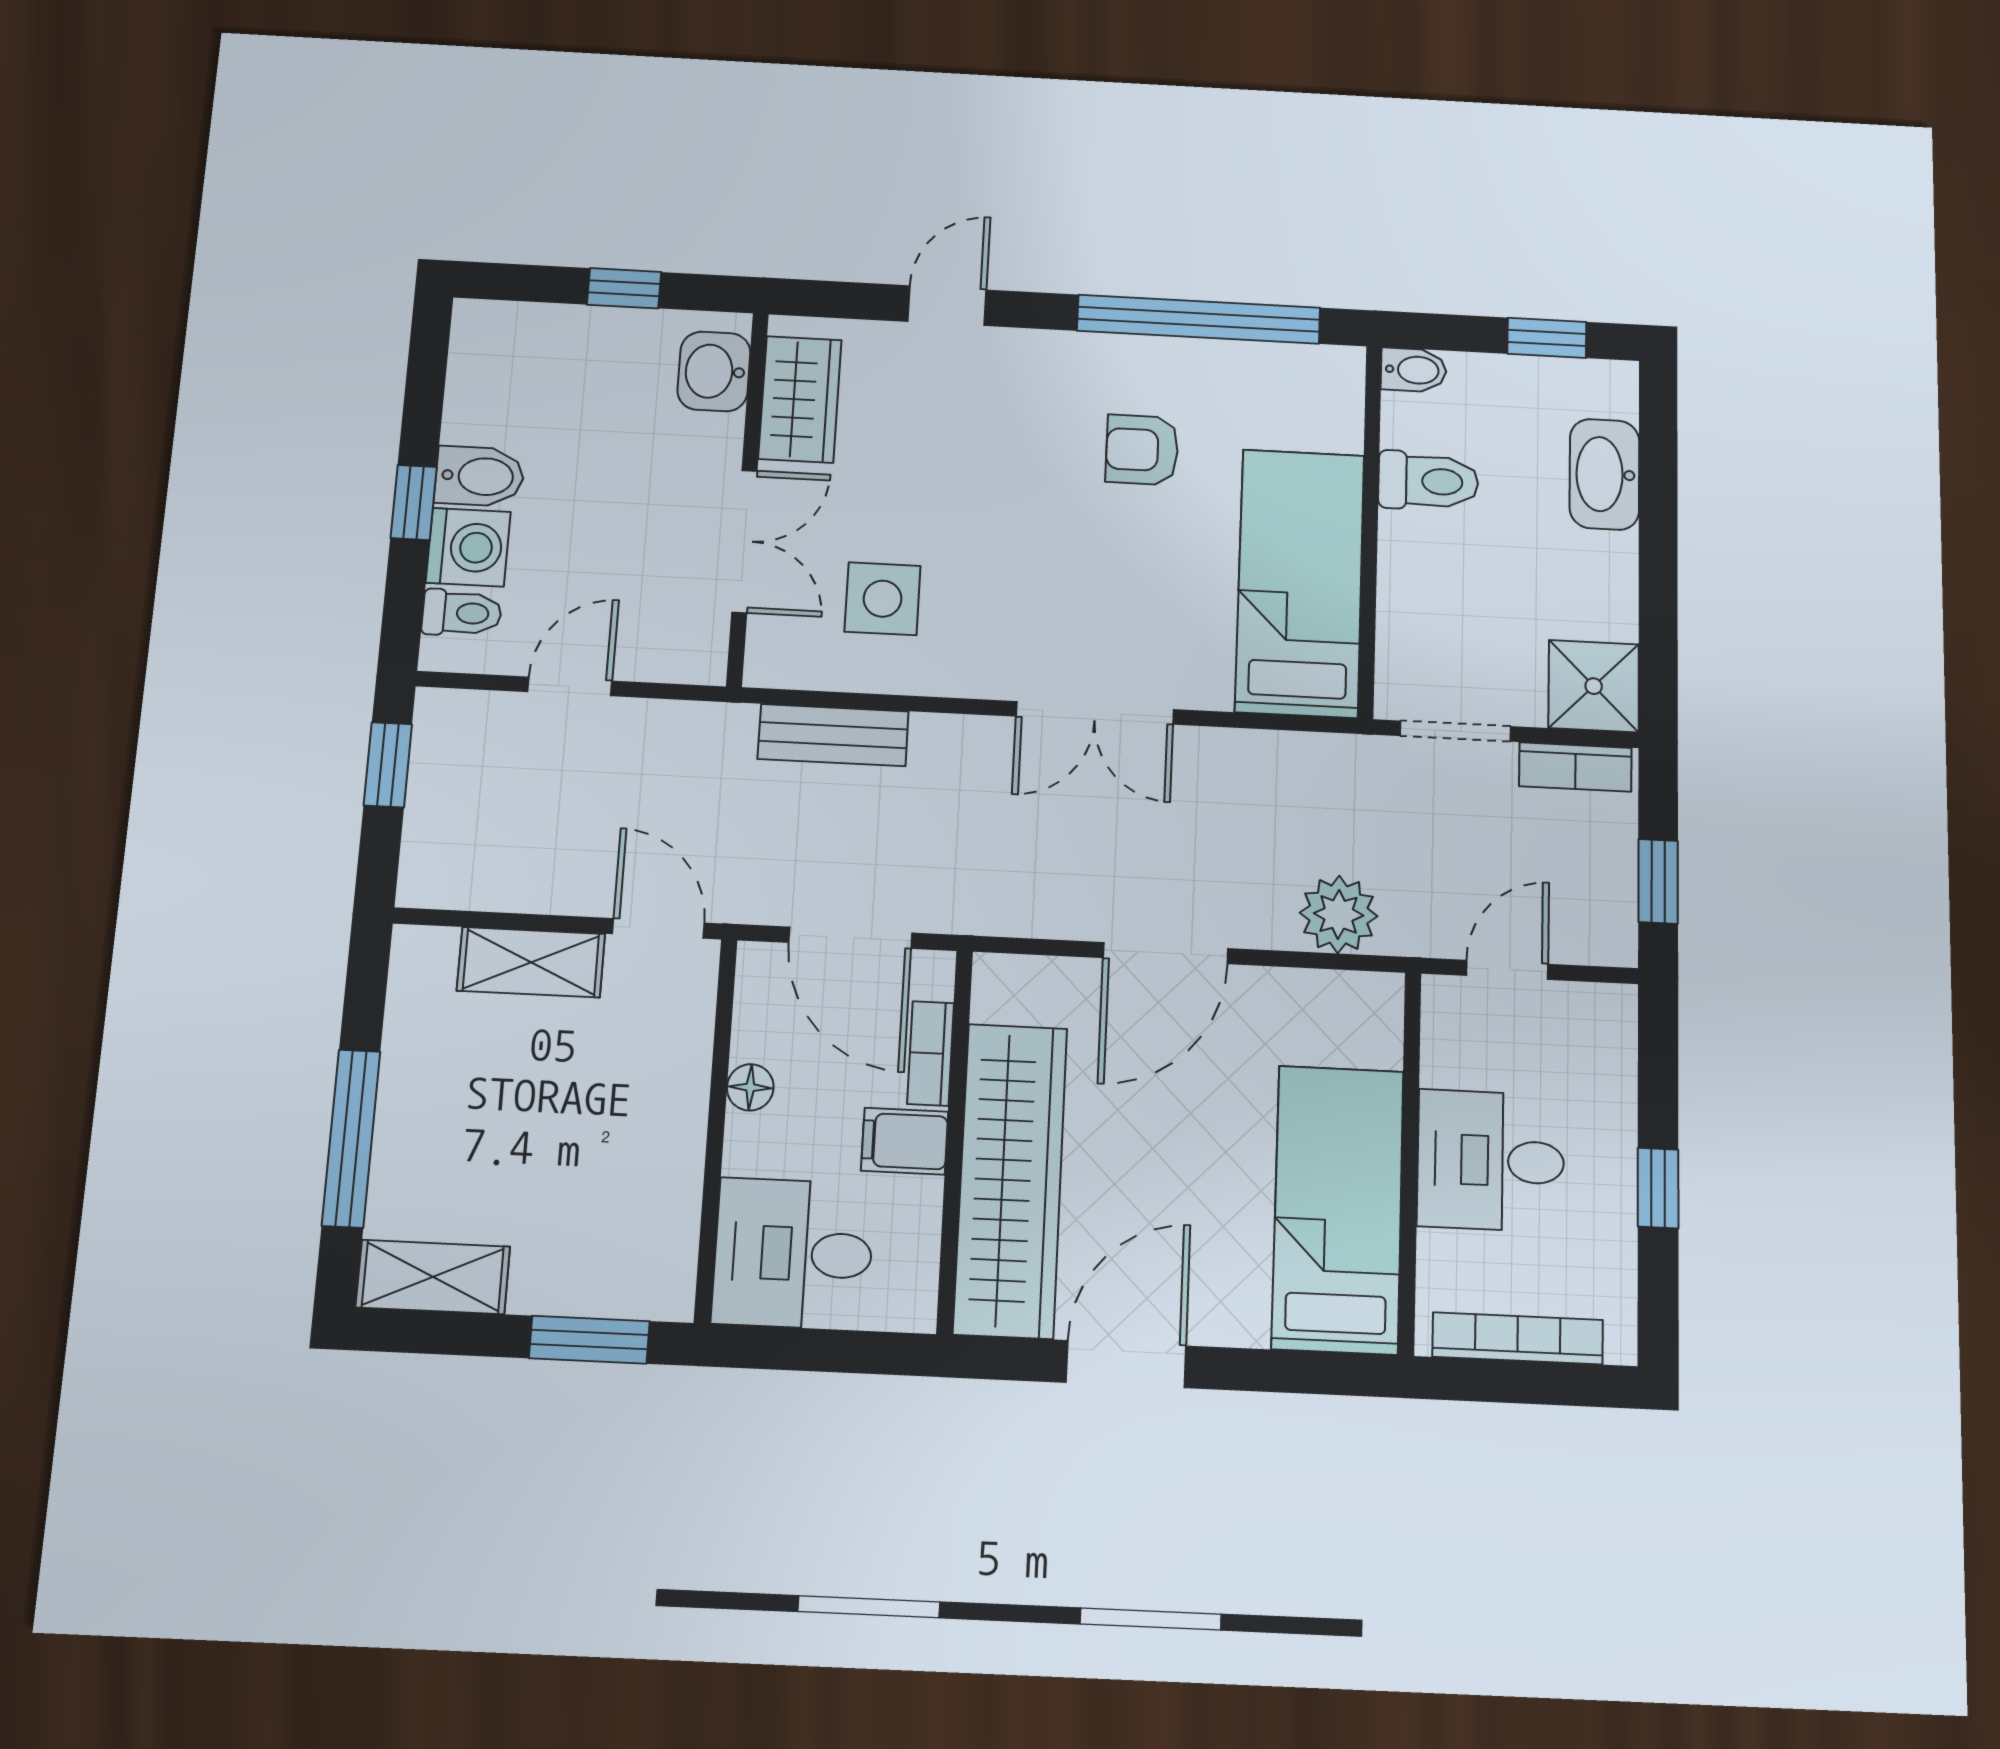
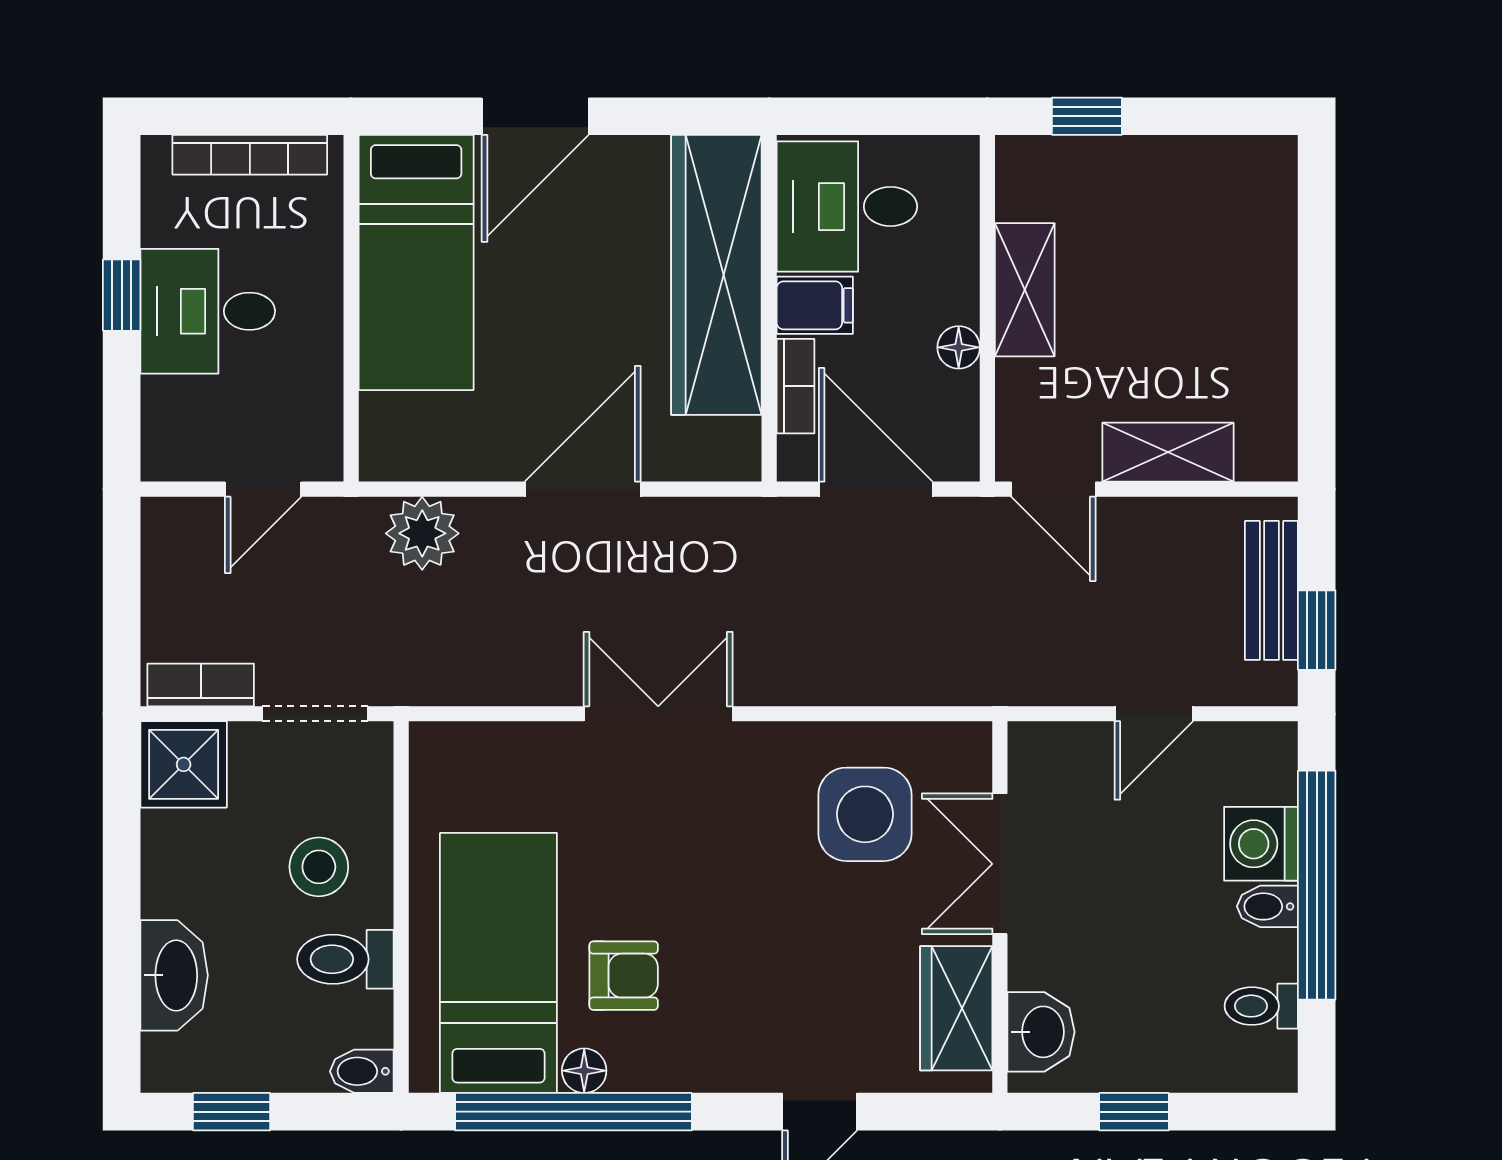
floor lamp: (1186, 358) -> (584, 1071), added
bidet: (480, 476) -> (1267, 906), width x0.72, depth x0.74
window: (414, 502) -> (1317, 885), width x3.17
stool: (1454, 575) -> (319, 867), added
bed: (1300, 583) -> (498, 963), moved, turned 180
side table: (883, 599) -> (865, 814), width x1.37, depth x1.37
toilet: (462, 613) -> (1261, 1006), moved
bench: (833, 735) -> (1271, 590), moved, turned 90
window: (1658, 881) -> (122, 580), removed
window: (351, 1138) -> (1317, 285), removed
desk: (1491, 1161) -> (208, 311), moved, turned 180
desk: (793, 1254) -> (847, 207), moved, turned 180
shelving: (433, 1277) -> (1025, 290), moved, turned 90
window: (589, 1340) -> (1087, 116), width x0.67
door: (1126, 1364) -> (535, 116), moved

